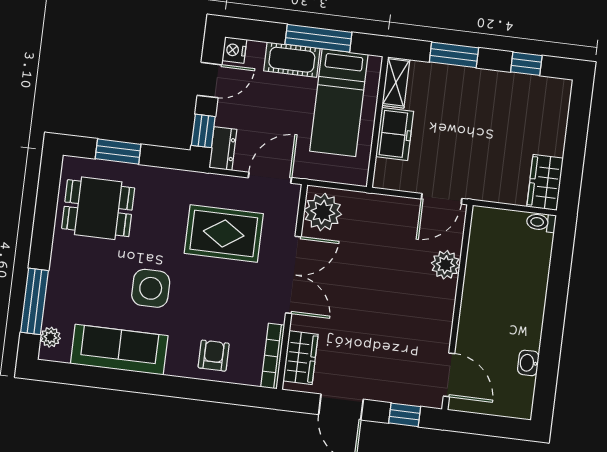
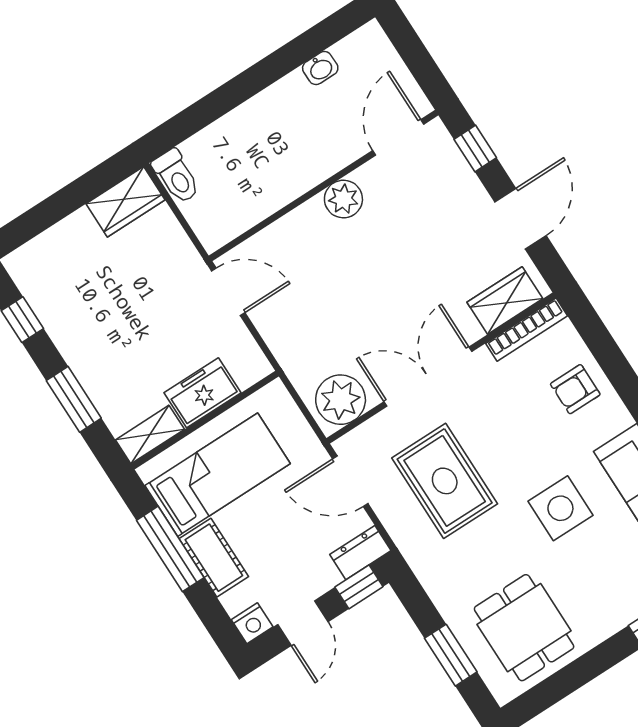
door: (210, 80) -> (303, 623), swing flipped
toilet: (541, 222) -> (176, 176), width x1.37, depth x1.39
plant: (446, 265) -> (343, 199), moved

